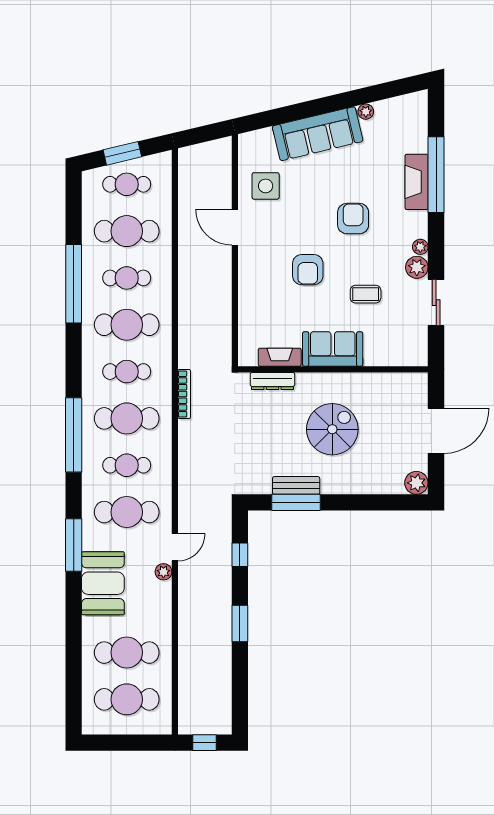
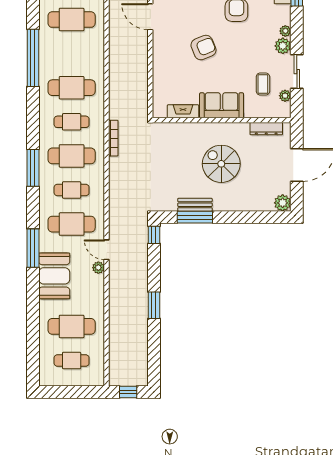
armchair: (308, 270) -> (203, 48), turned -112
cafe table: (127, 278) -> (72, 54), removed
coffee table: (366, 294) -> (263, 84), moved, turned 90
plant: (420, 336) -> (285, 96), added
dresser: (272, 381) -> (266, 129), moved
spiral stairs: (332, 429) -> (221, 164), turned -90
window: (74, 435) -> (33, 168), width x0.68
door: (175, 547) -> (107, 250), swing flipped
window: (240, 555) -> (154, 235), moved
cafe table: (127, 699) -> (72, 361), width x0.73, depth x0.74

